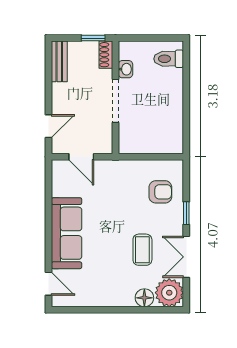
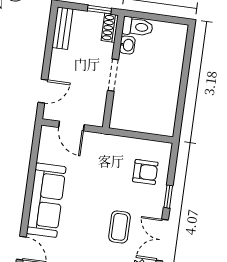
toilet: (169, 59) -> (138, 27), moved, turned 180
doorway: (115, 101) -> (113, 75), width x0.73

